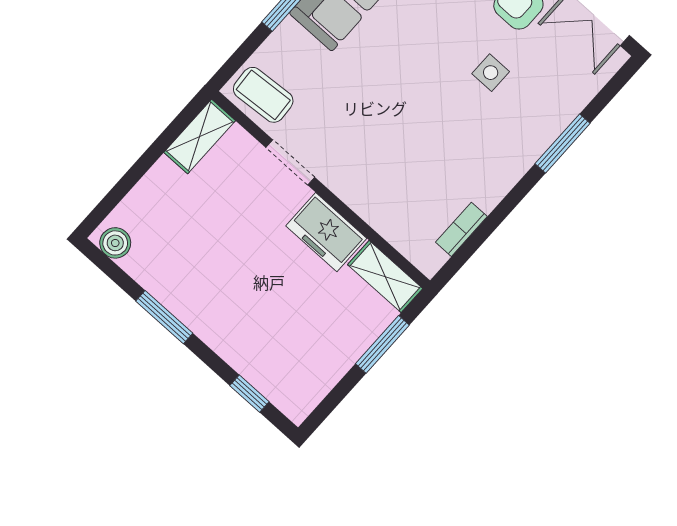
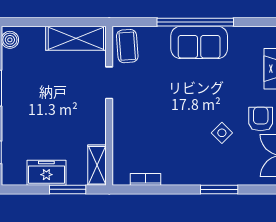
side table: (491, 73) -> (222, 133), turned 45
shelving: (200, 137) -> (76, 38), width x1.50, depth x1.33
freezer: (326, 232) -> (46, 173), moved, turned 90

